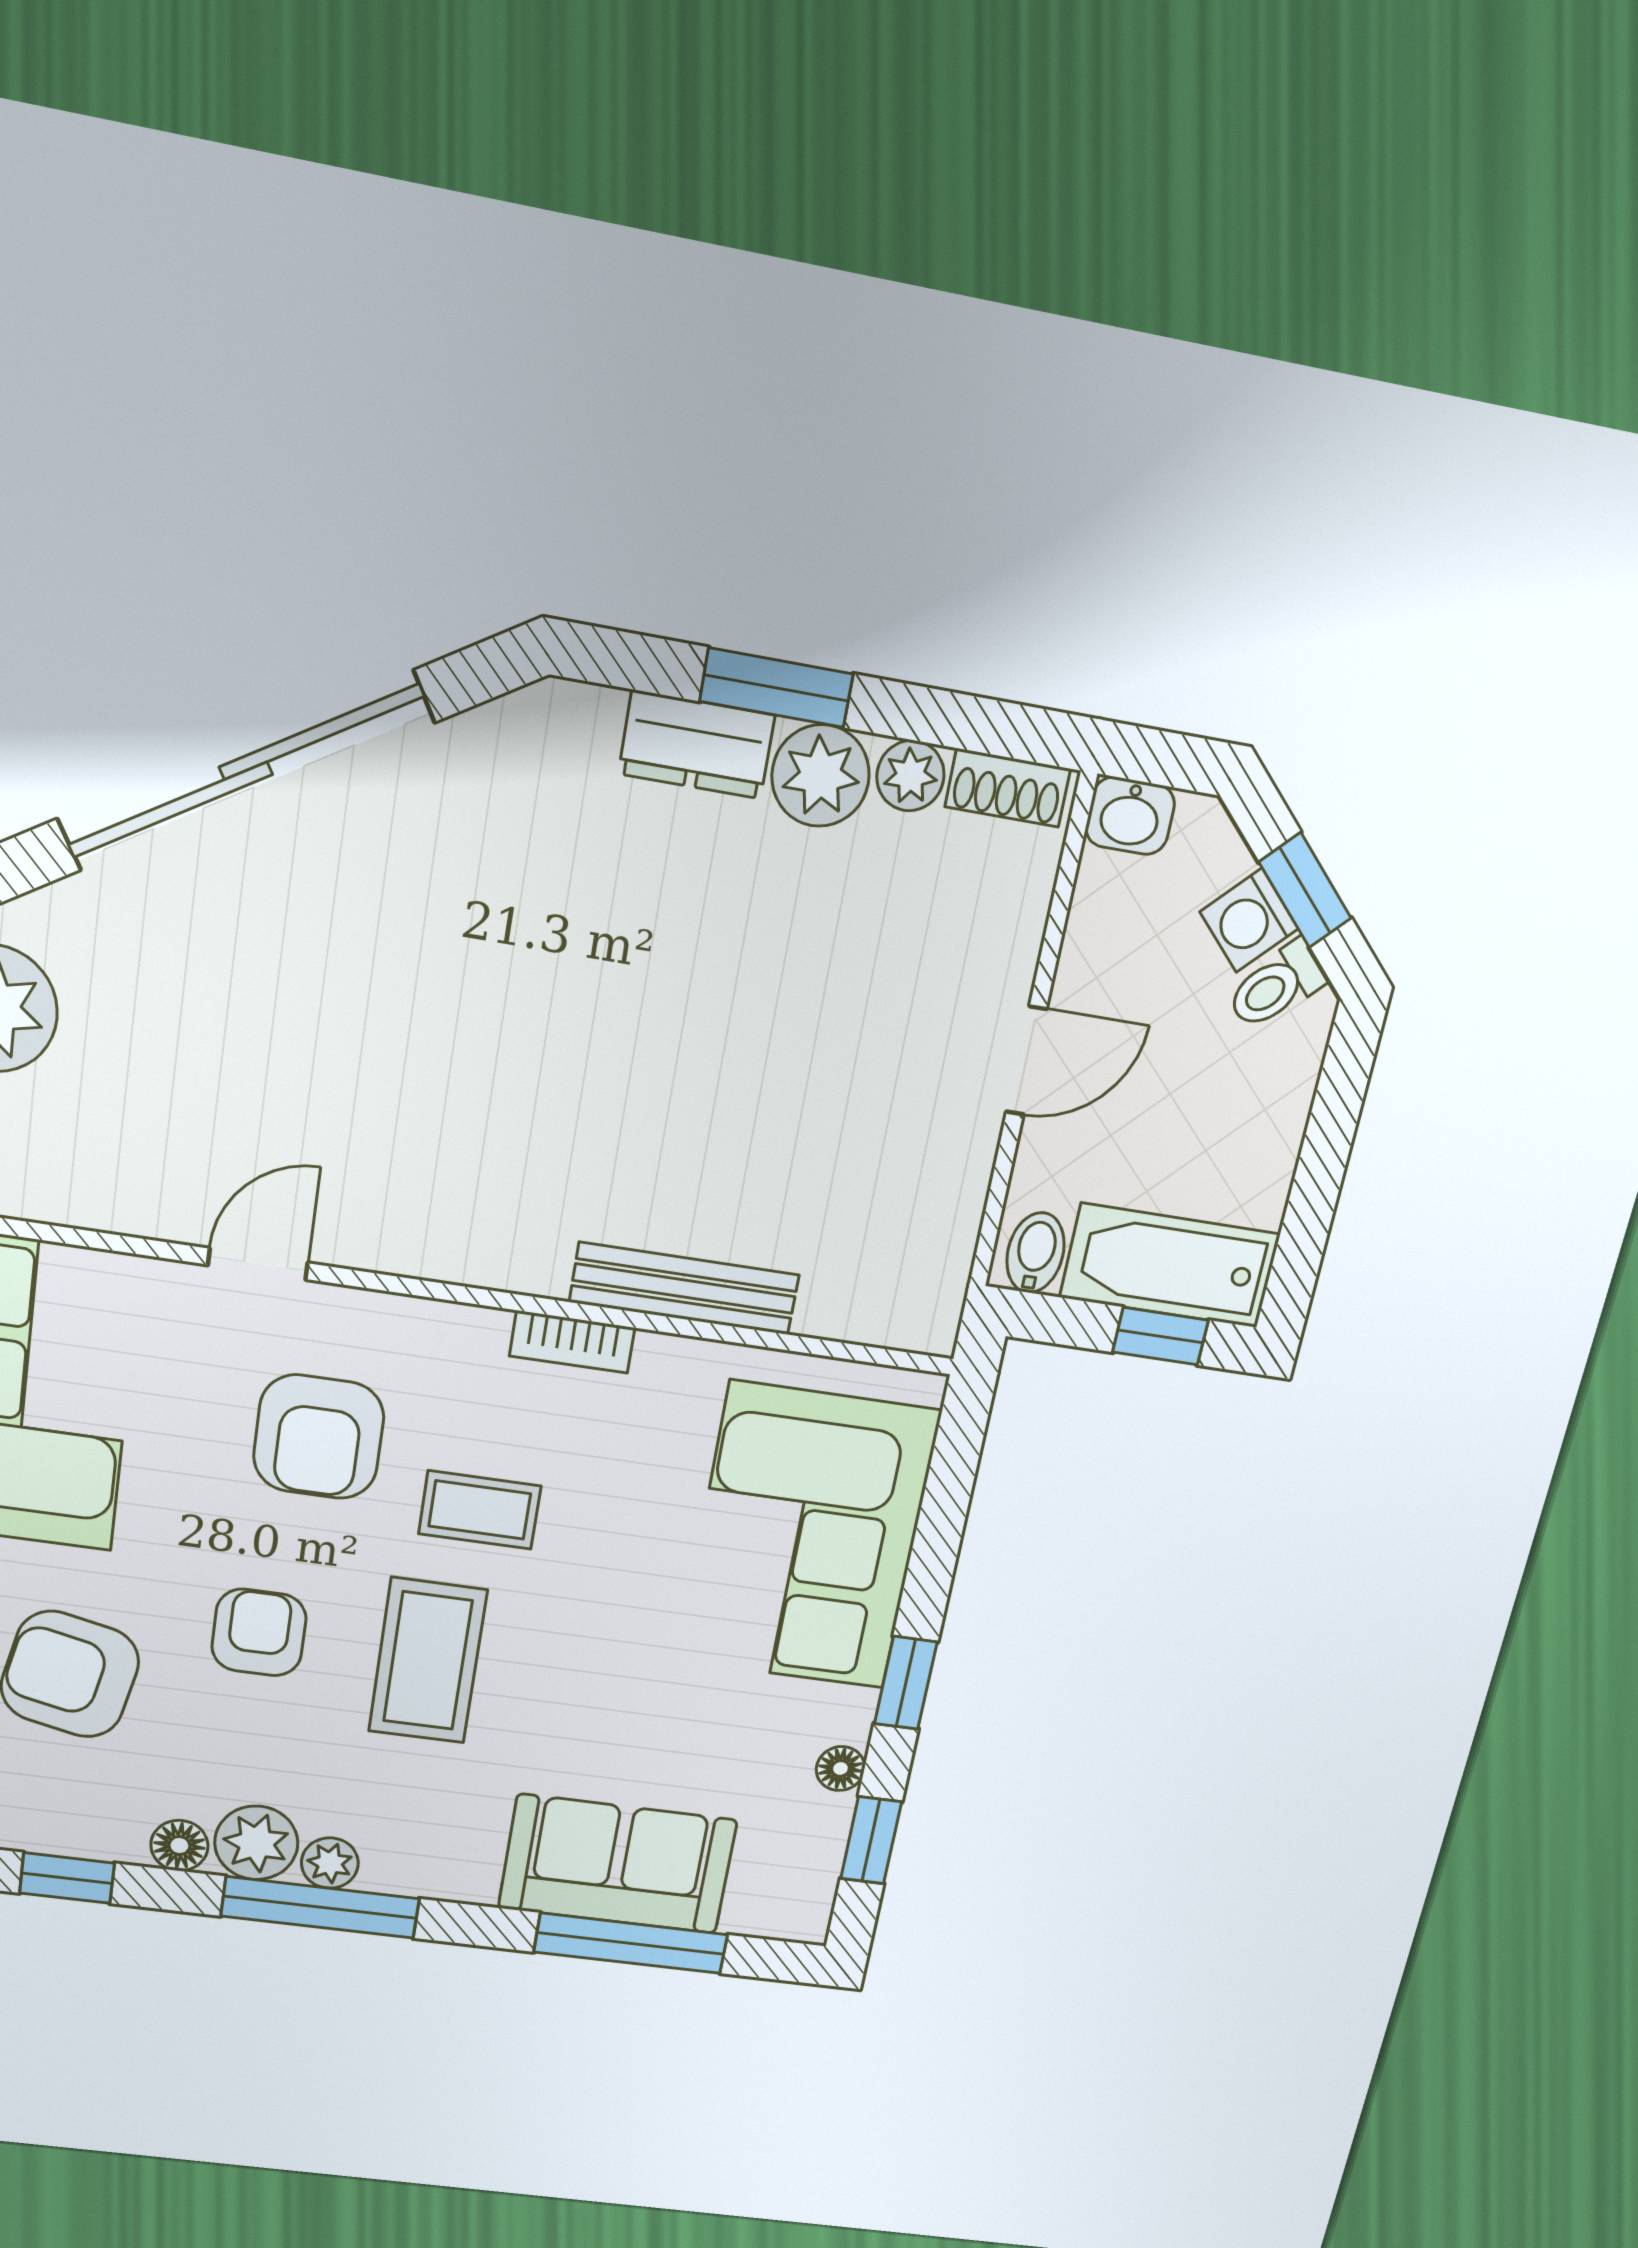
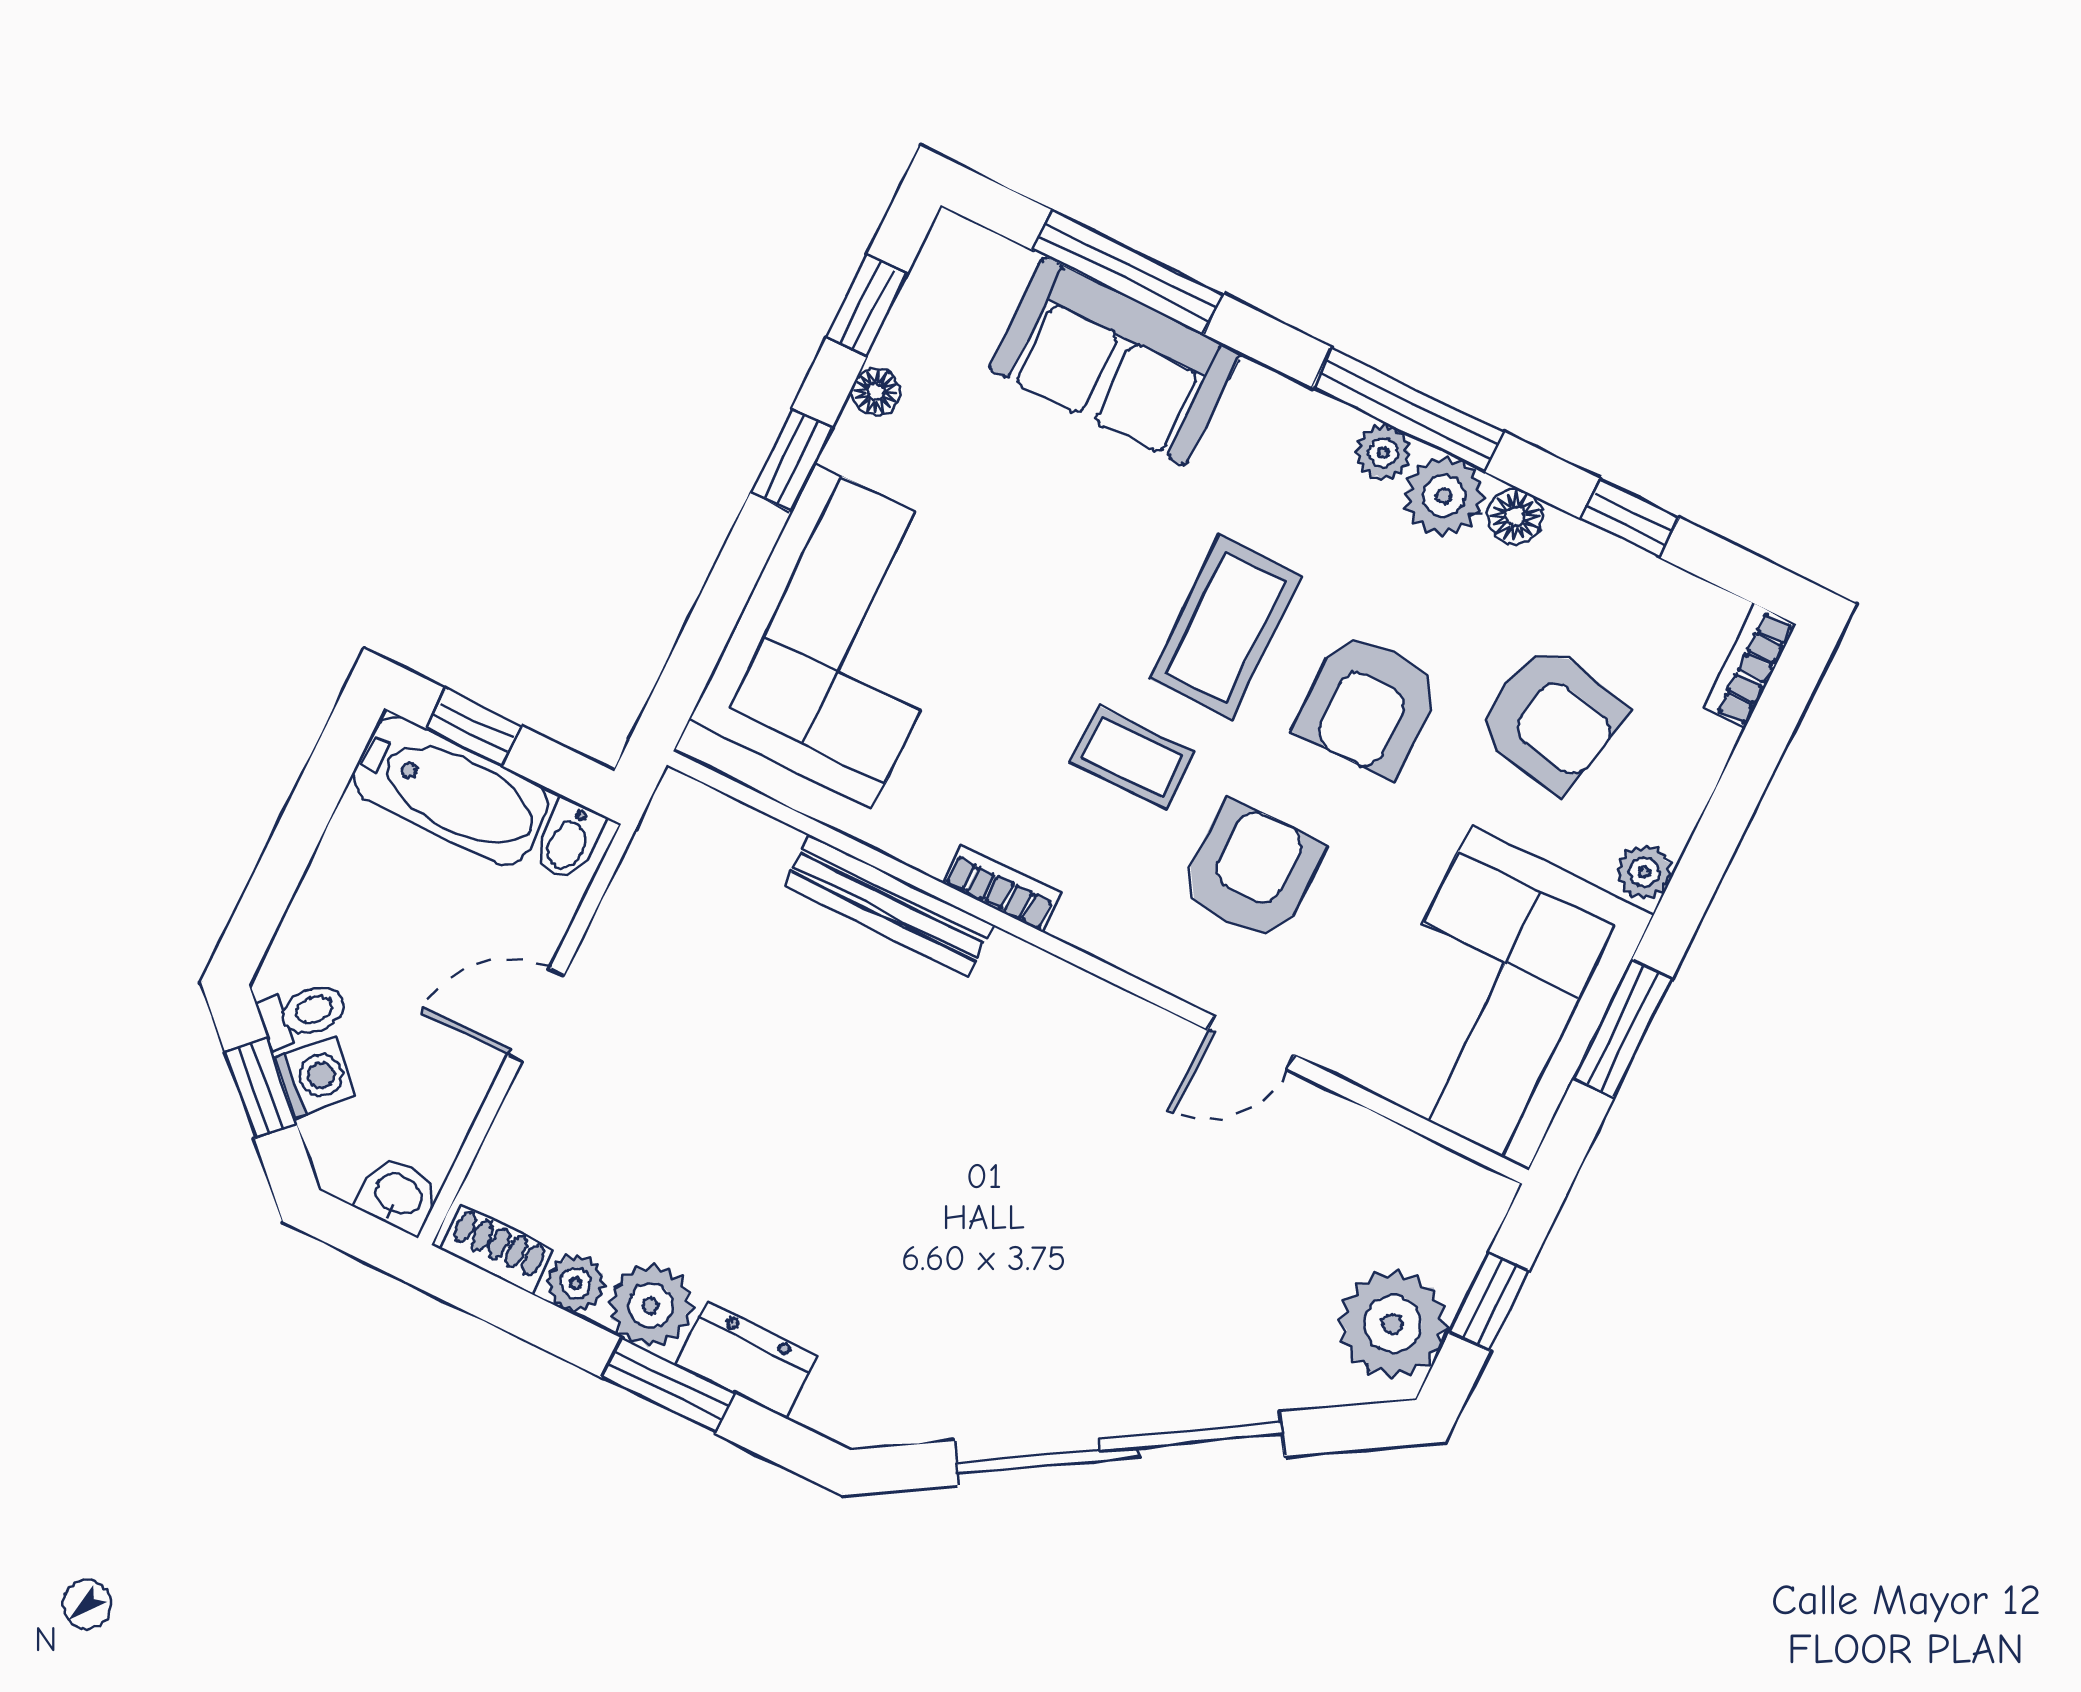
armchair: (259, 1632) -> (1368, 704), width x1.38, depth x1.38

